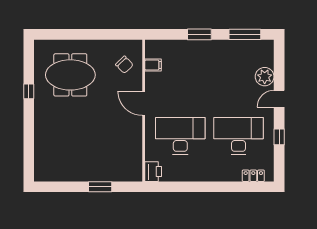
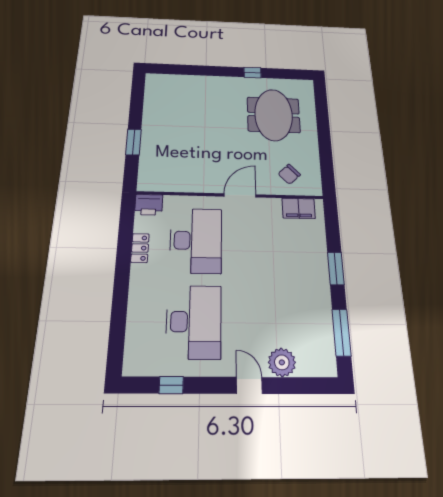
filing cabinet: (153, 65) -> (299, 208), width x2.00
window: (279, 137) -> (171, 385), moved
locker: (253, 176) -> (140, 248), moved

